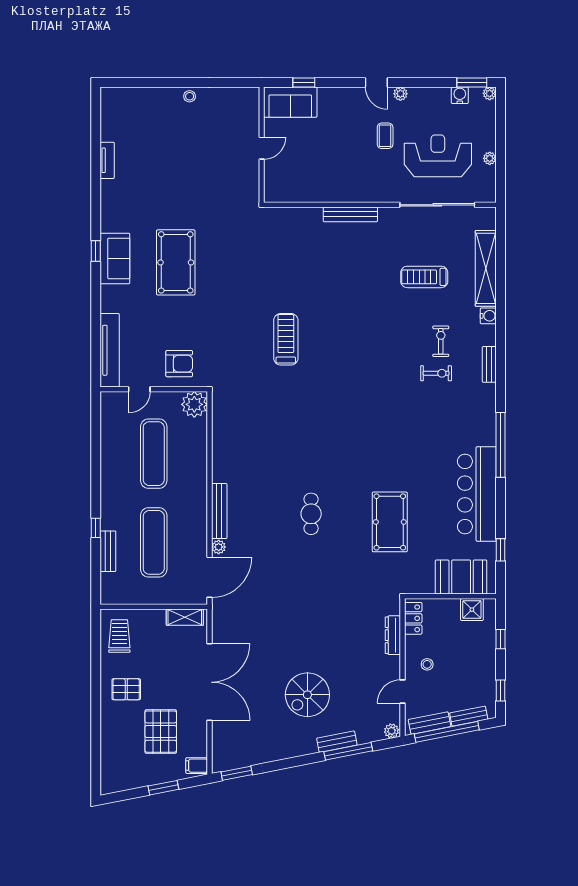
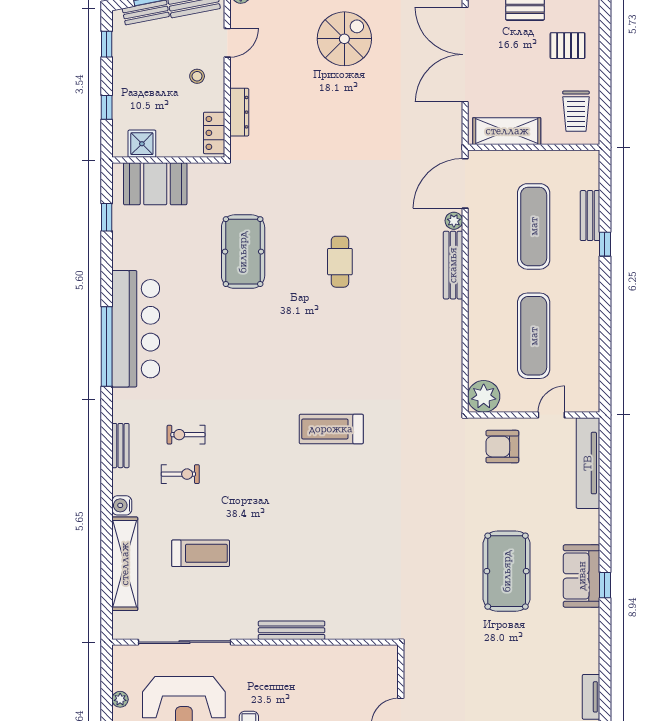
treadmill: (286, 339) -> (331, 429), moved, turned 90
exercise bike: (441, 341) -> (180, 474), turned -90
bar counter: (477, 494) -> (136, 329), moved
shelving: (185, 617) -> (507, 131), width x1.50, depth x1.33

